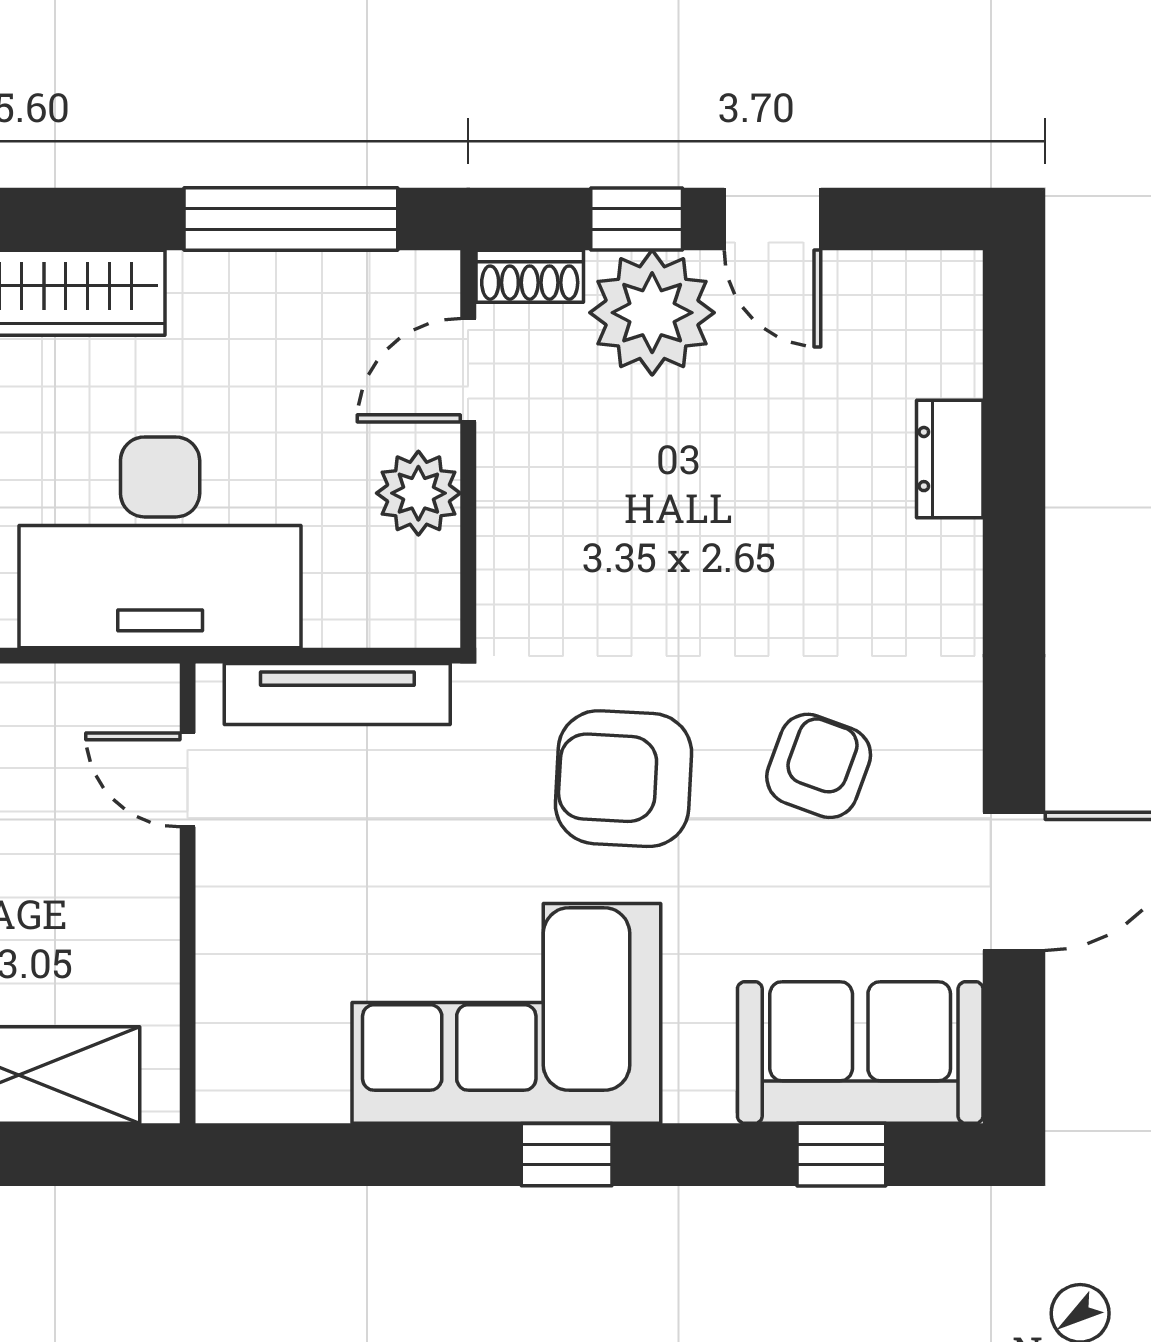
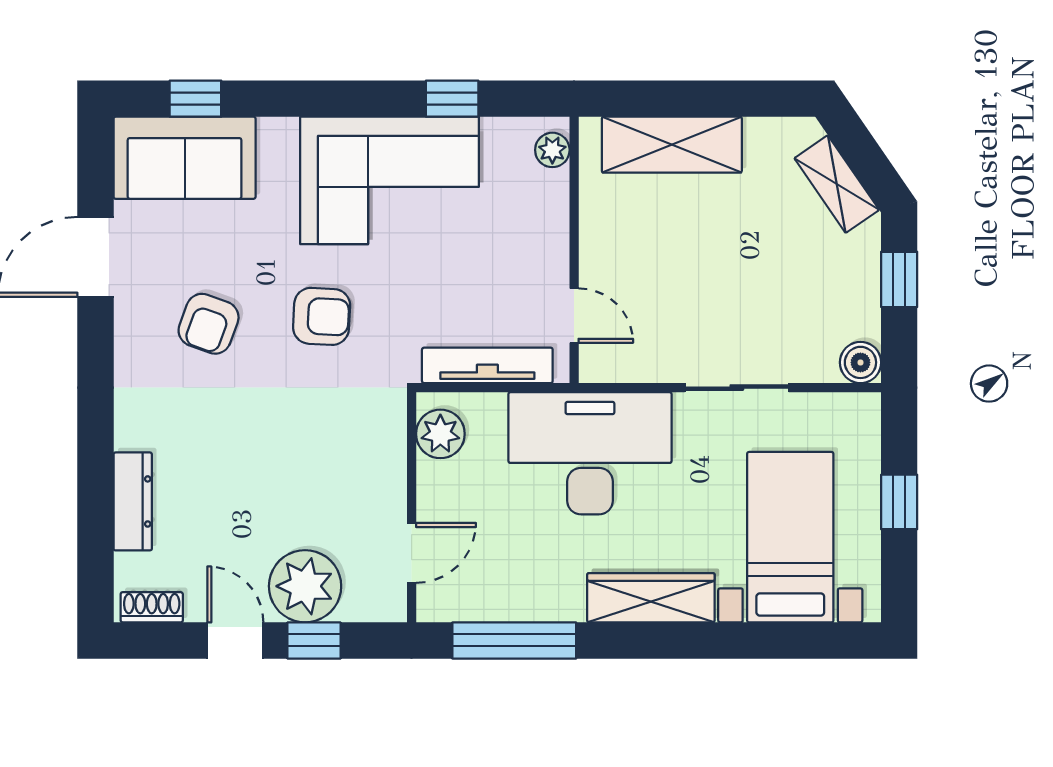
shoe rack: (530, 276) -> (152, 607), moved
dresser: (950, 459) -> (133, 501), width x1.44
plant: (418, 493) -> (440, 434), moved
armchair: (624, 779) -> (322, 316), width x0.72, depth x0.72
plant: (225, 1066) -> (552, 150), added
window: (567, 1155) -> (452, 99), moved

